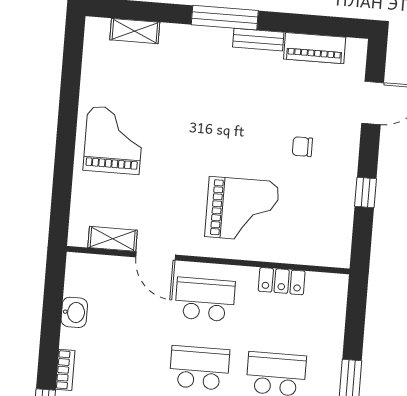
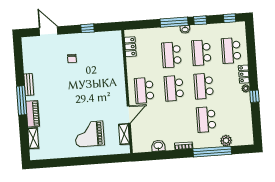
piano: (315, 48) -> (33, 114), moved
grand piano: (113, 140) -> (89, 134), moved
grand piano: (242, 209) -> (103, 80), removed
locker: (282, 281) -> (130, 47), moved

